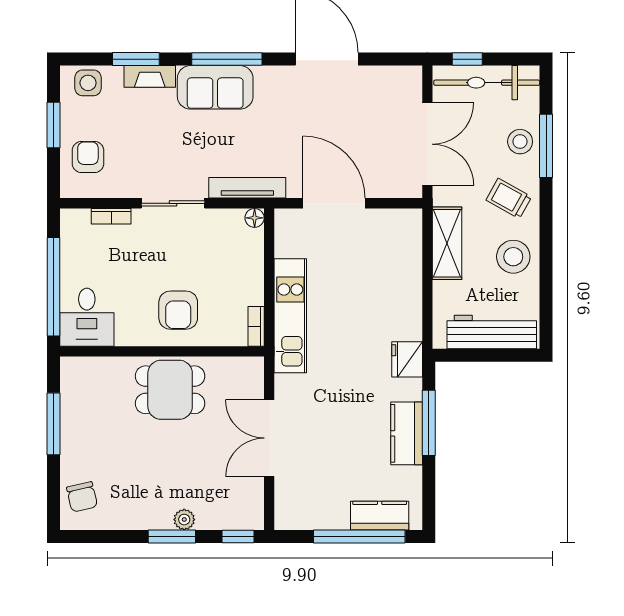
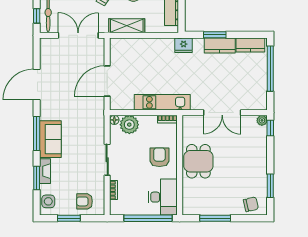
tv unit: (247, 188) -> (100, 123), removed
plant: (245, 249) -> (129, 125), added
armchair: (178, 310) -> (159, 157), turned -90
desk: (87, 317) -> (163, 197), width x1.37
window: (429, 423) -> (215, 35), width x0.69
kitchen counter: (380, 516) -> (250, 45), moved, turned -90
plant: (184, 520) -> (262, 120), moved
window: (172, 536) -> (270, 186), moved

